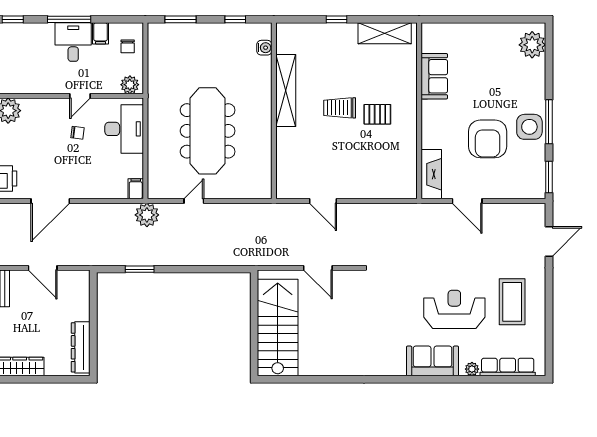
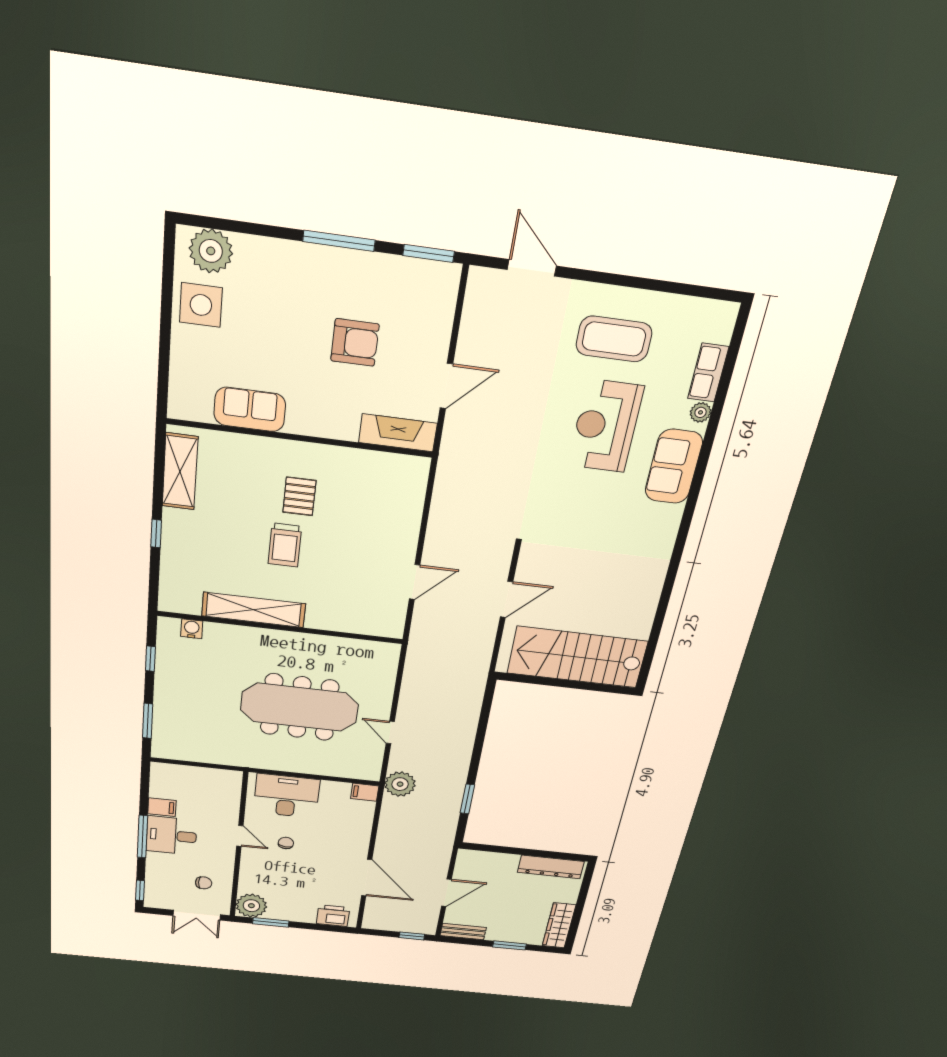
chair: (128, 46) -> (204, 883), moved
plant: (130, 85) -> (230, 784), removed
side table: (529, 127) -> (201, 305), moved
armchair: (488, 139) -> (355, 343), width x0.73, depth x0.73
row of seats: (508, 367) -> (708, 373), width x0.68

